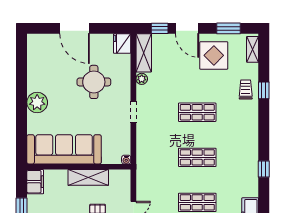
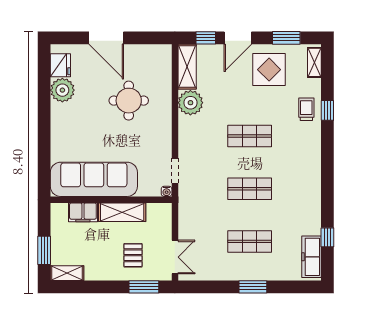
door: (187, 28) -> (238, 38), hinge flipped
fridge: (122, 44) -> (60, 65), moved, turned 180
plant: (142, 79) -> (190, 103), width x1.87, depth x1.87
plant: (37, 102) -> (62, 90), moved
doorway: (133, 112) -> (175, 171), moved
window: (264, 169) -> (327, 237), moved
filing cabinet: (35, 182) -> (83, 212), moved, turned 90

